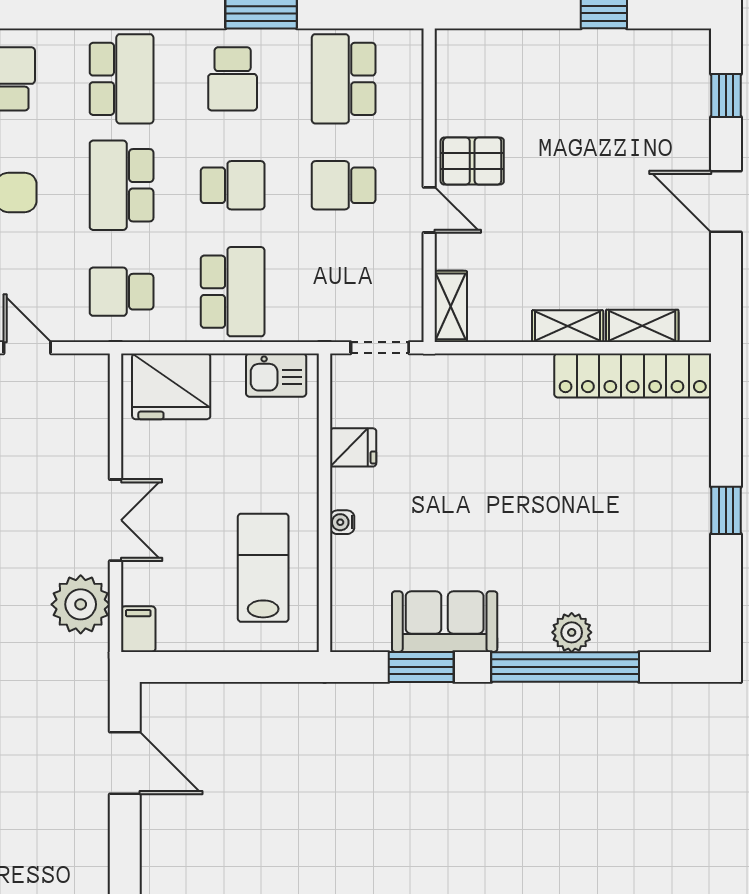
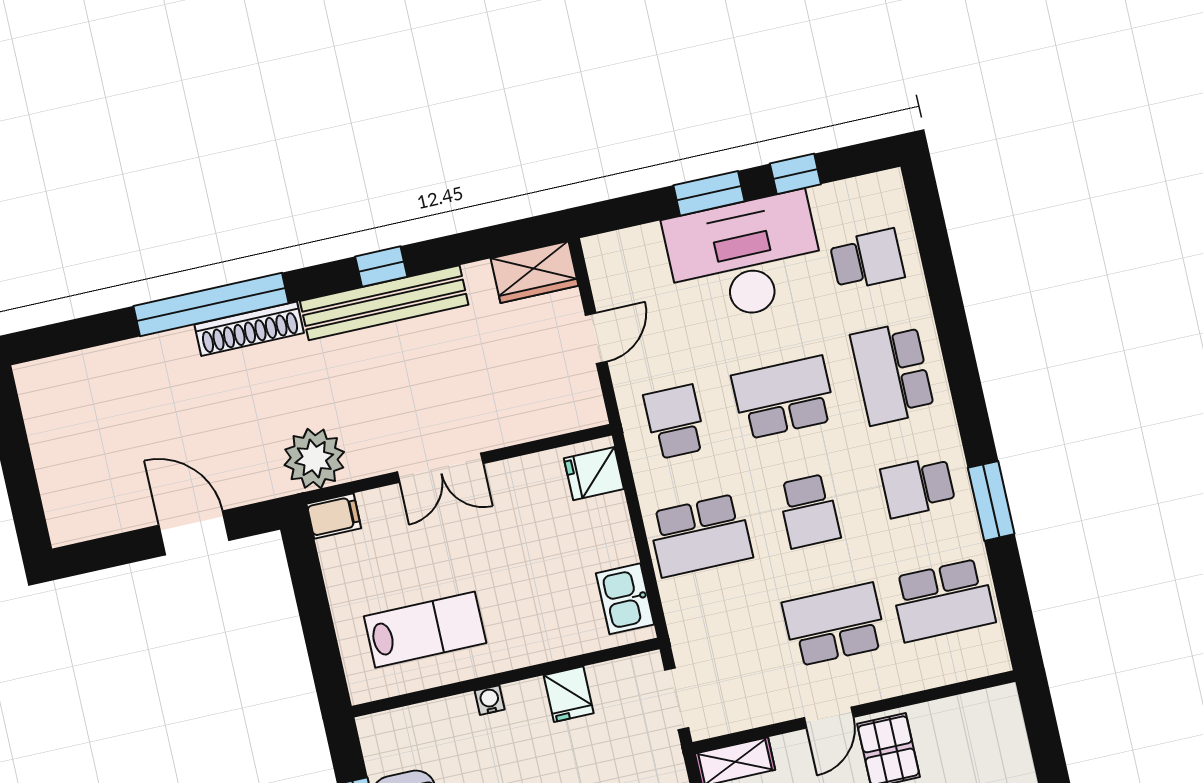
school desk: (122, 79) -> (892, 373), turned 90
school desk: (344, 79) -> (943, 600), turned 180
school desk: (344, 185) -> (834, 625), width x1.85
fridge: (171, 386) -> (594, 474), width x0.53, depth x0.75
plant: (81, 604) -> (314, 459), moved
door: (125, 763) -> (194, 533), swing flipped

